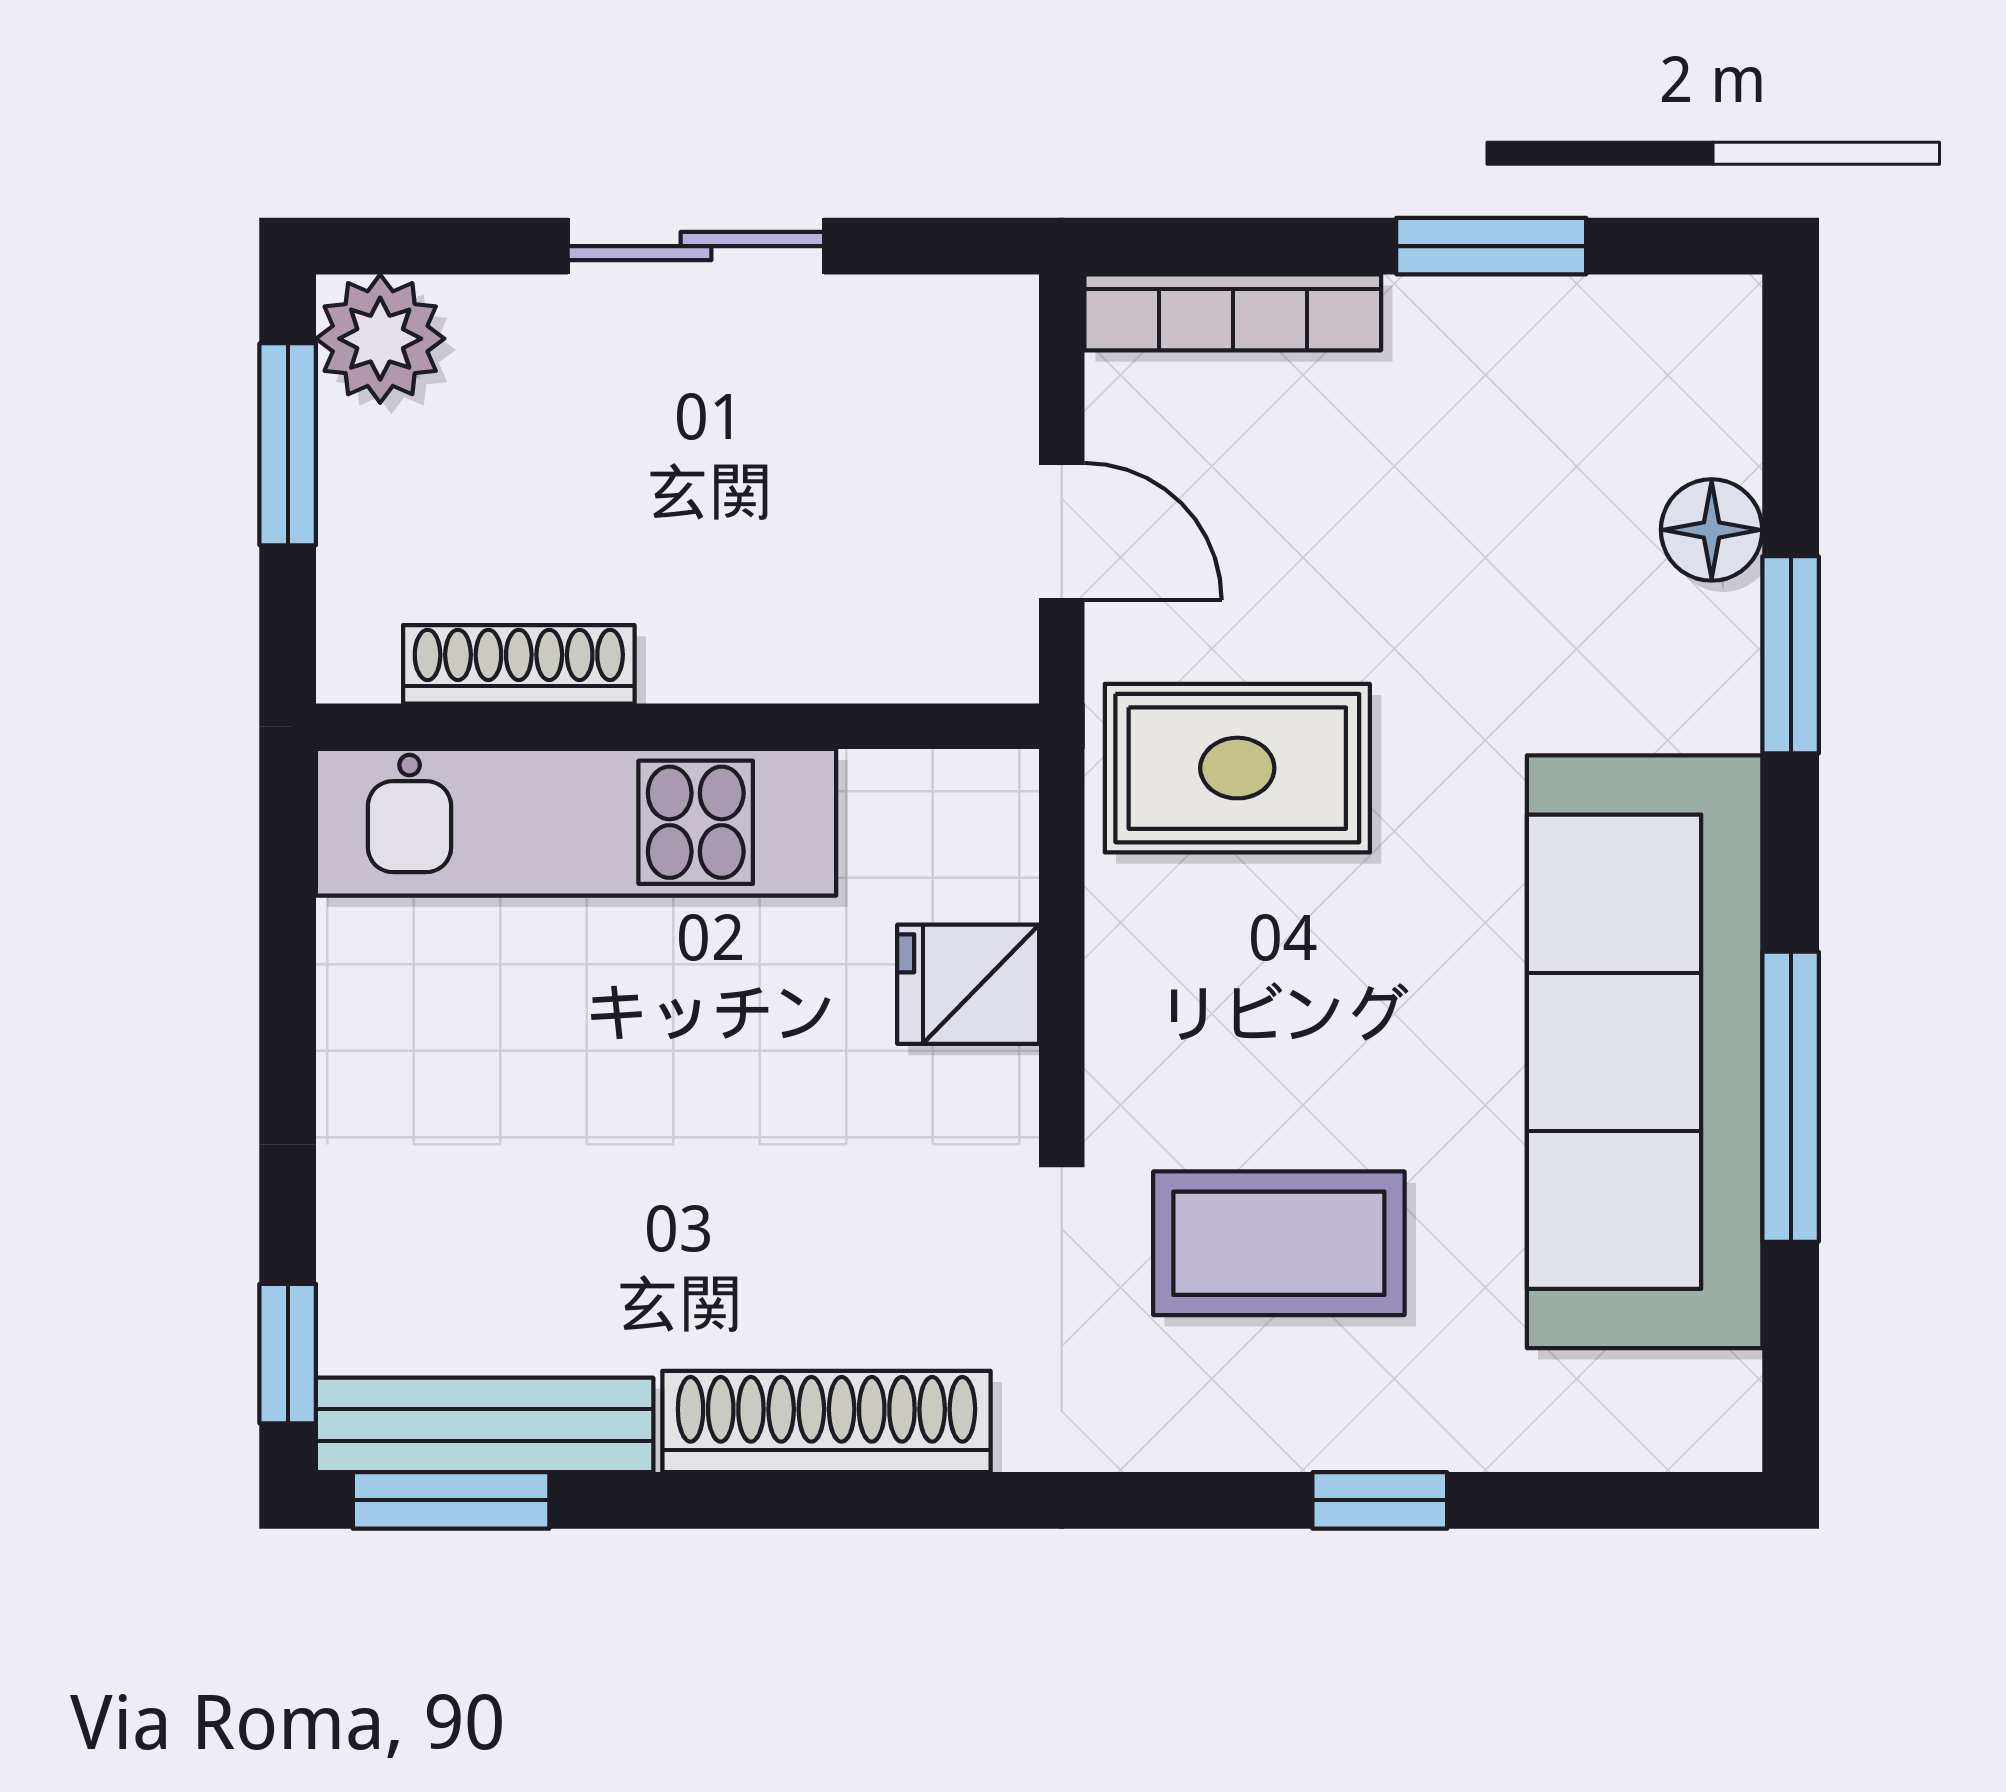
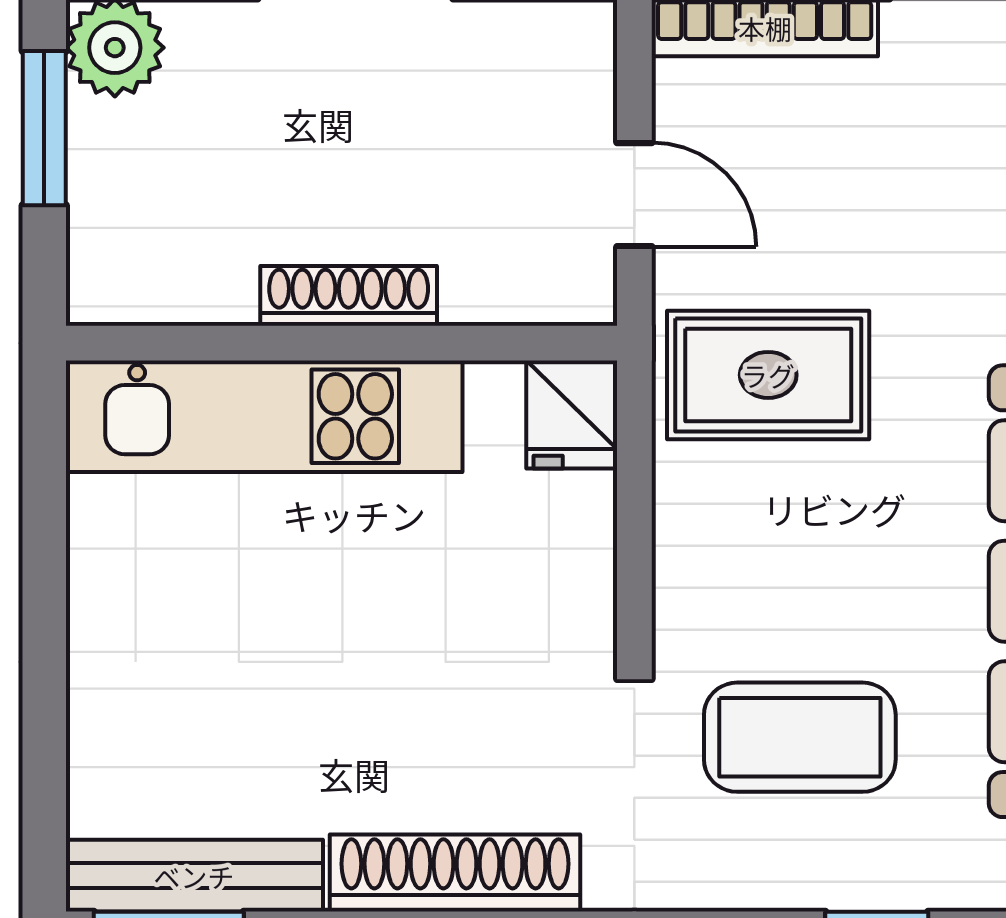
shoe rack: (519, 664) -> (349, 296), moved
fridge: (968, 984) -> (572, 414), moved, turned -90
window: (288, 1354) -> (44, 821), removed

